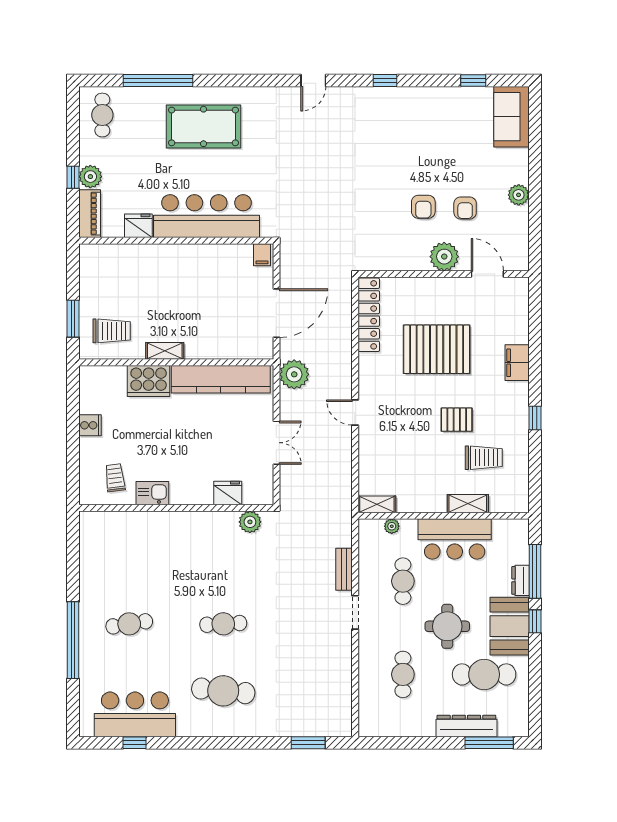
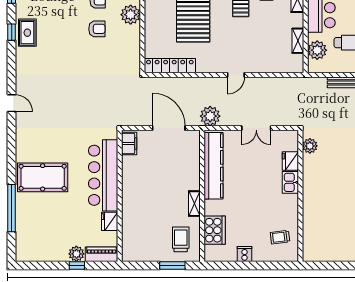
window: (385, 80) -> (12, 32), moved
rug: (418, 104) -> (27, 33), added
cafe table: (102, 115) -> (35, 246), removed
pool table: (203, 126) -> (43, 177), turned 90
filing cabinet: (262, 255) -> (129, 143), width x2.00
cooker: (149, 381) -> (215, 230), moved
double door: (276, 443) -> (256, 128), swing flipped
kitchen sink: (152, 493) -> (290, 182), moved
shelving: (377, 504) -> (298, 41), moved
plant: (392, 526) -> (317, 50), width x1.88, depth x1.88

